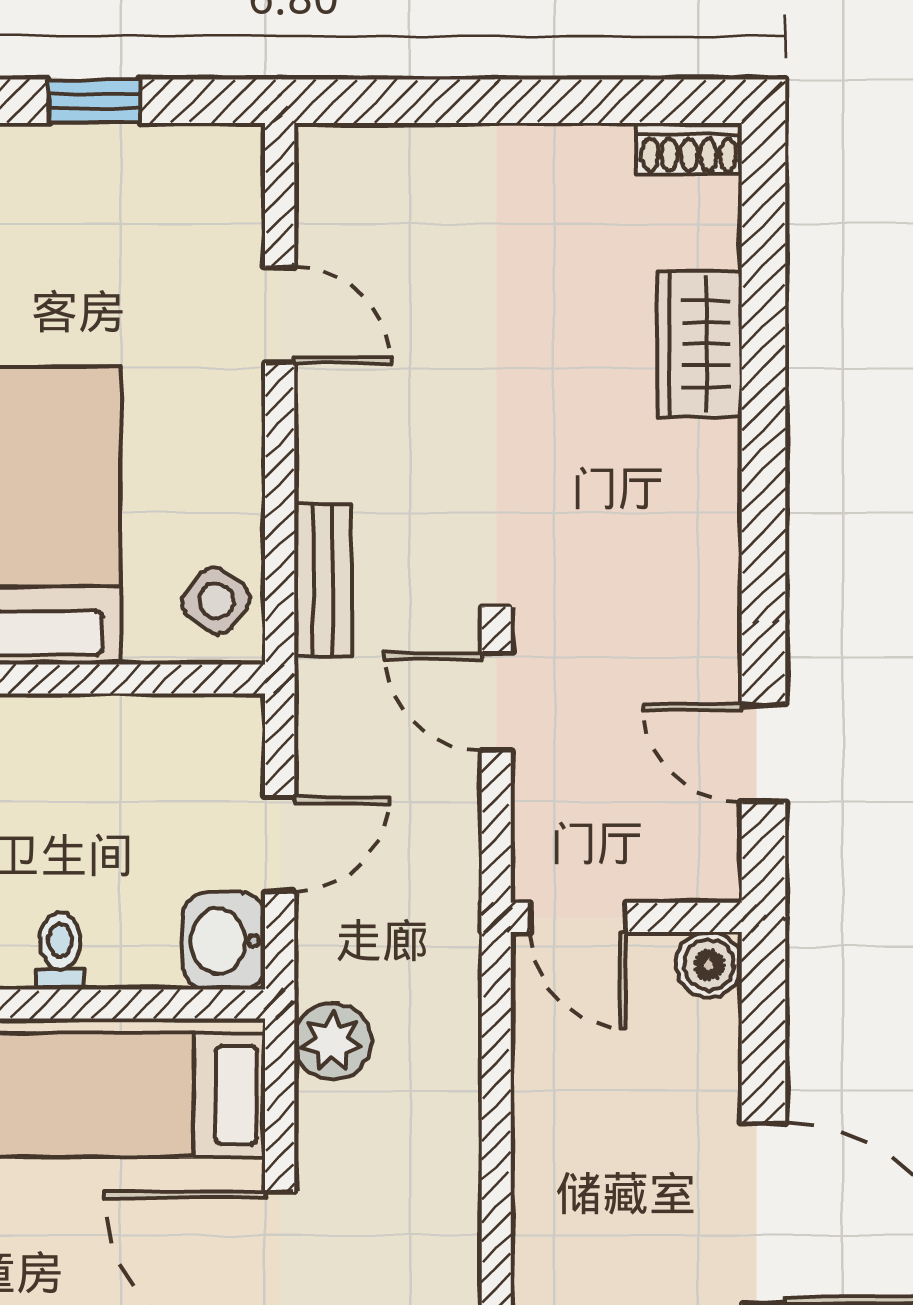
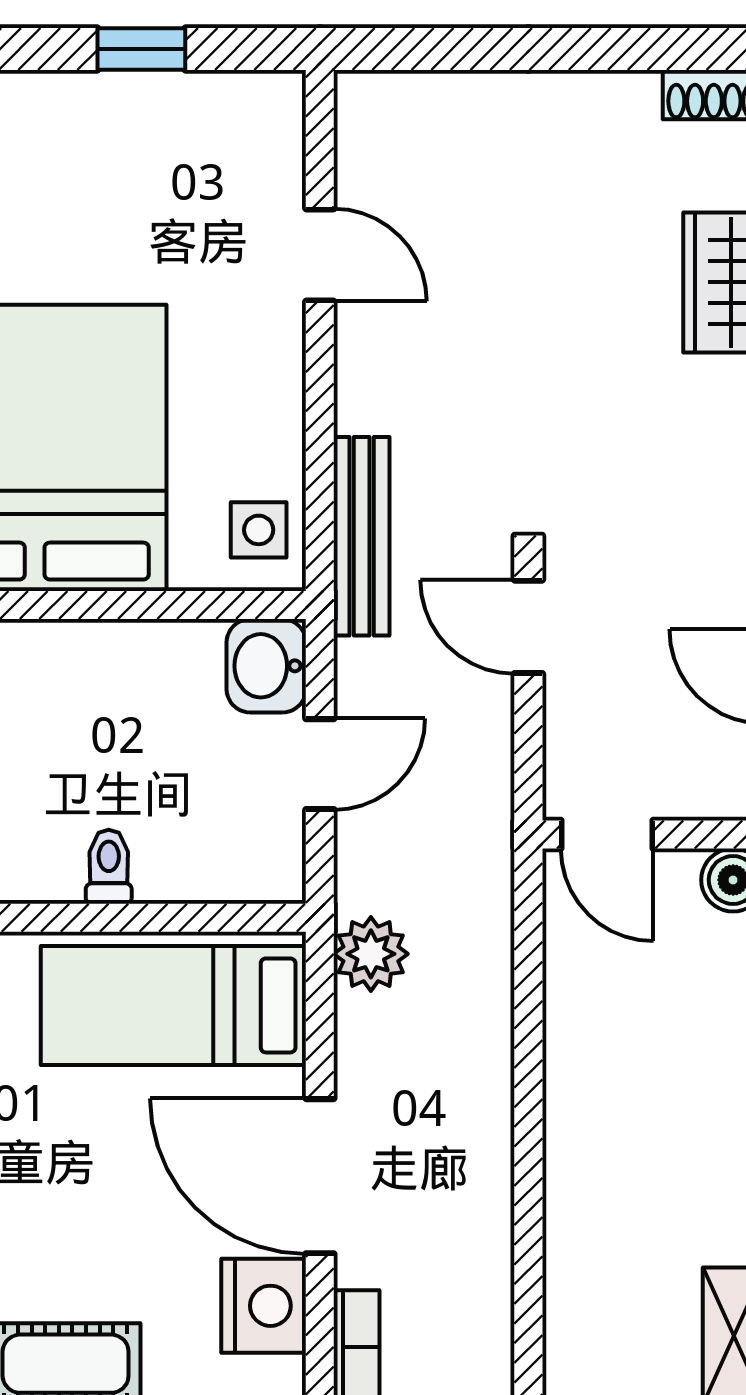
bench: (323, 580) -> (362, 536), width x1.36
side table: (216, 601) -> (259, 530), turned -37
washbasin: (224, 941) -> (266, 666), moved

